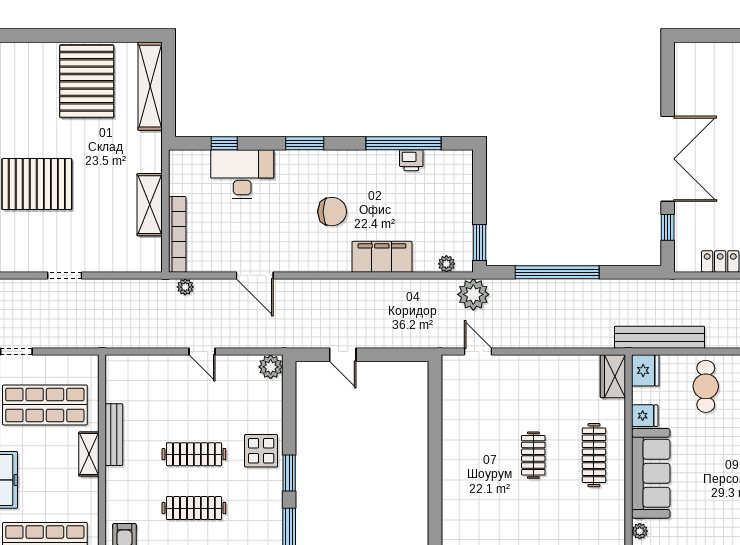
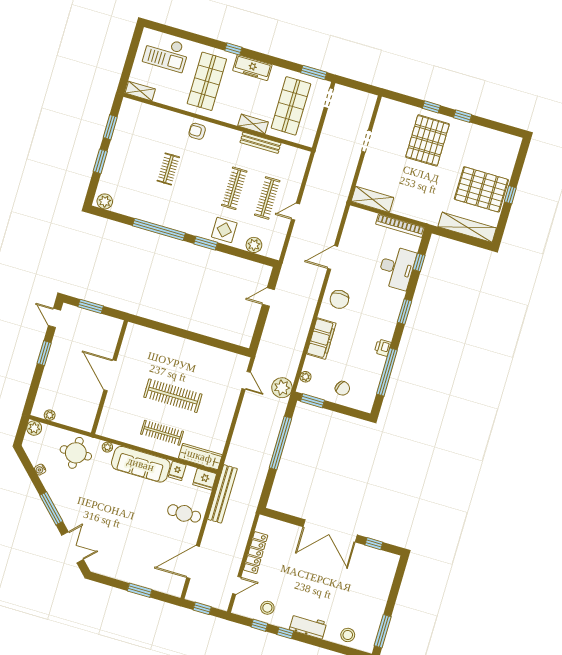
window: (82, 35) -> (510, 195), added
printer: (411, 160) -> (383, 348), moved
chair: (448, 203) -> (342, 388), added
shelving: (150, 205) -> (372, 199), moved
chair: (332, 212) -> (339, 299), moved
window: (668, 227) -> (374, 544), moved
bookcase: (177, 234) -> (400, 226), moved
plant: (185, 287) -> (338, 213), removed
door: (478, 352) -> (246, 380), hinge flipped
plant: (271, 367) -> (254, 245), moved
wardrobe: (613, 376) -> (200, 456), width x1.50
clothes rail: (533, 455) -> (173, 396), width x1.86, depth x1.31
clothes rail: (194, 508) -> (267, 198), moved

